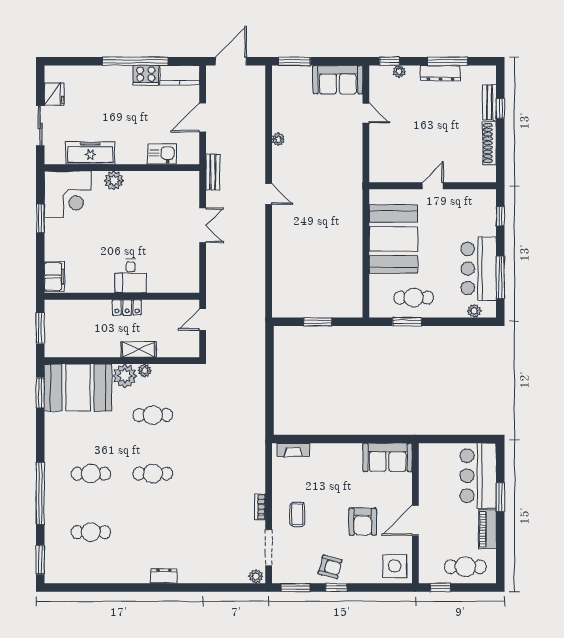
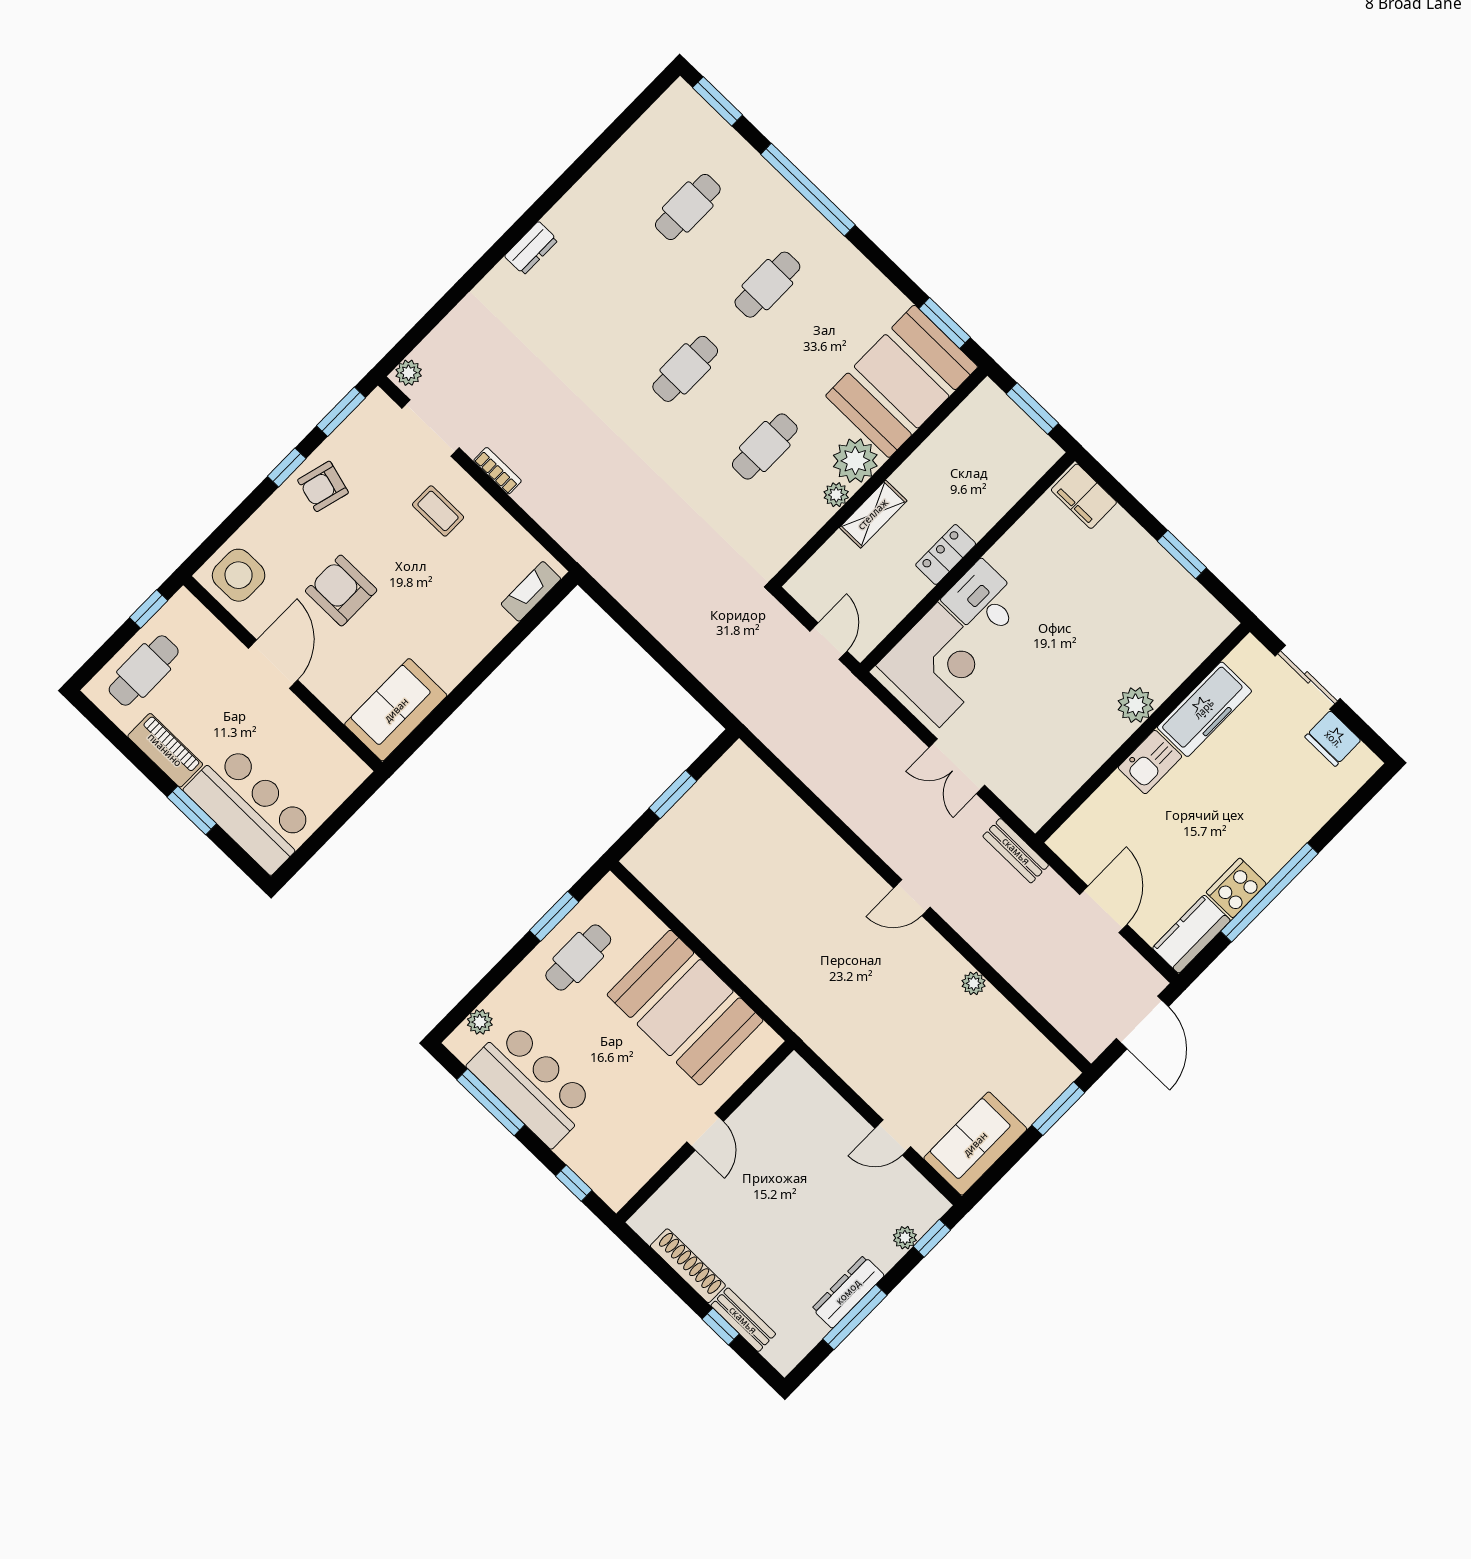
kitchen sink: (162, 154) -> (1150, 762), moved
corner desk: (68, 194) -> (939, 665), moved, turned 180

